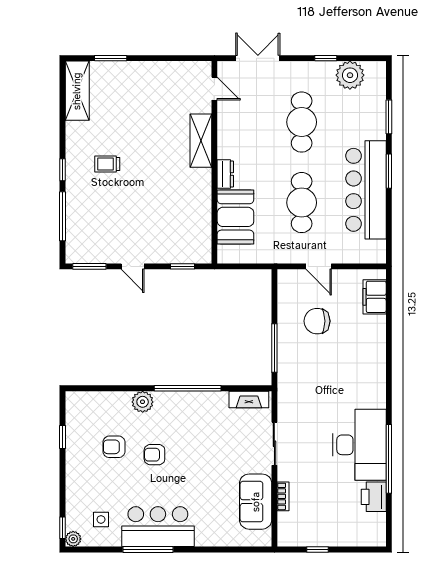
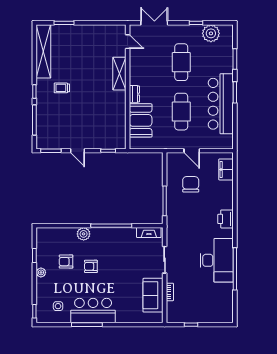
shelving: (77, 91) -> (43, 51), width x1.47
chair: (317, 321) -> (191, 184), turned 90
printer: (374, 497) -> (225, 219), moved
plant: (73, 539) -> (41, 272), moved

